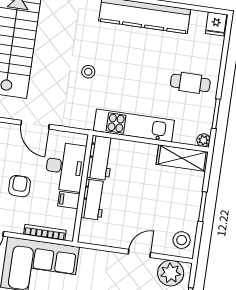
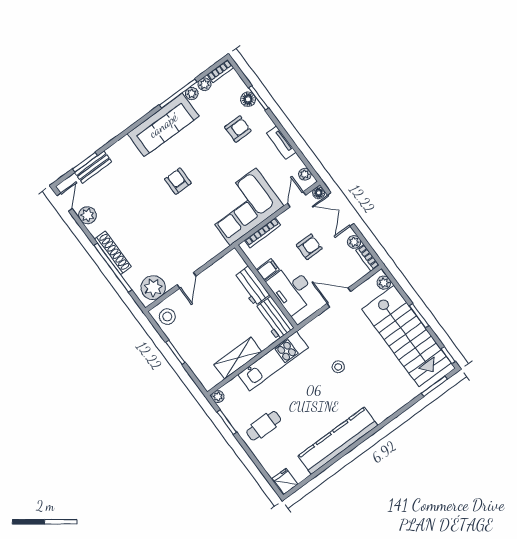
shelving: (182, 158) -> (238, 358), moved
armchair: (20, 186) -> (309, 247), turned -90

